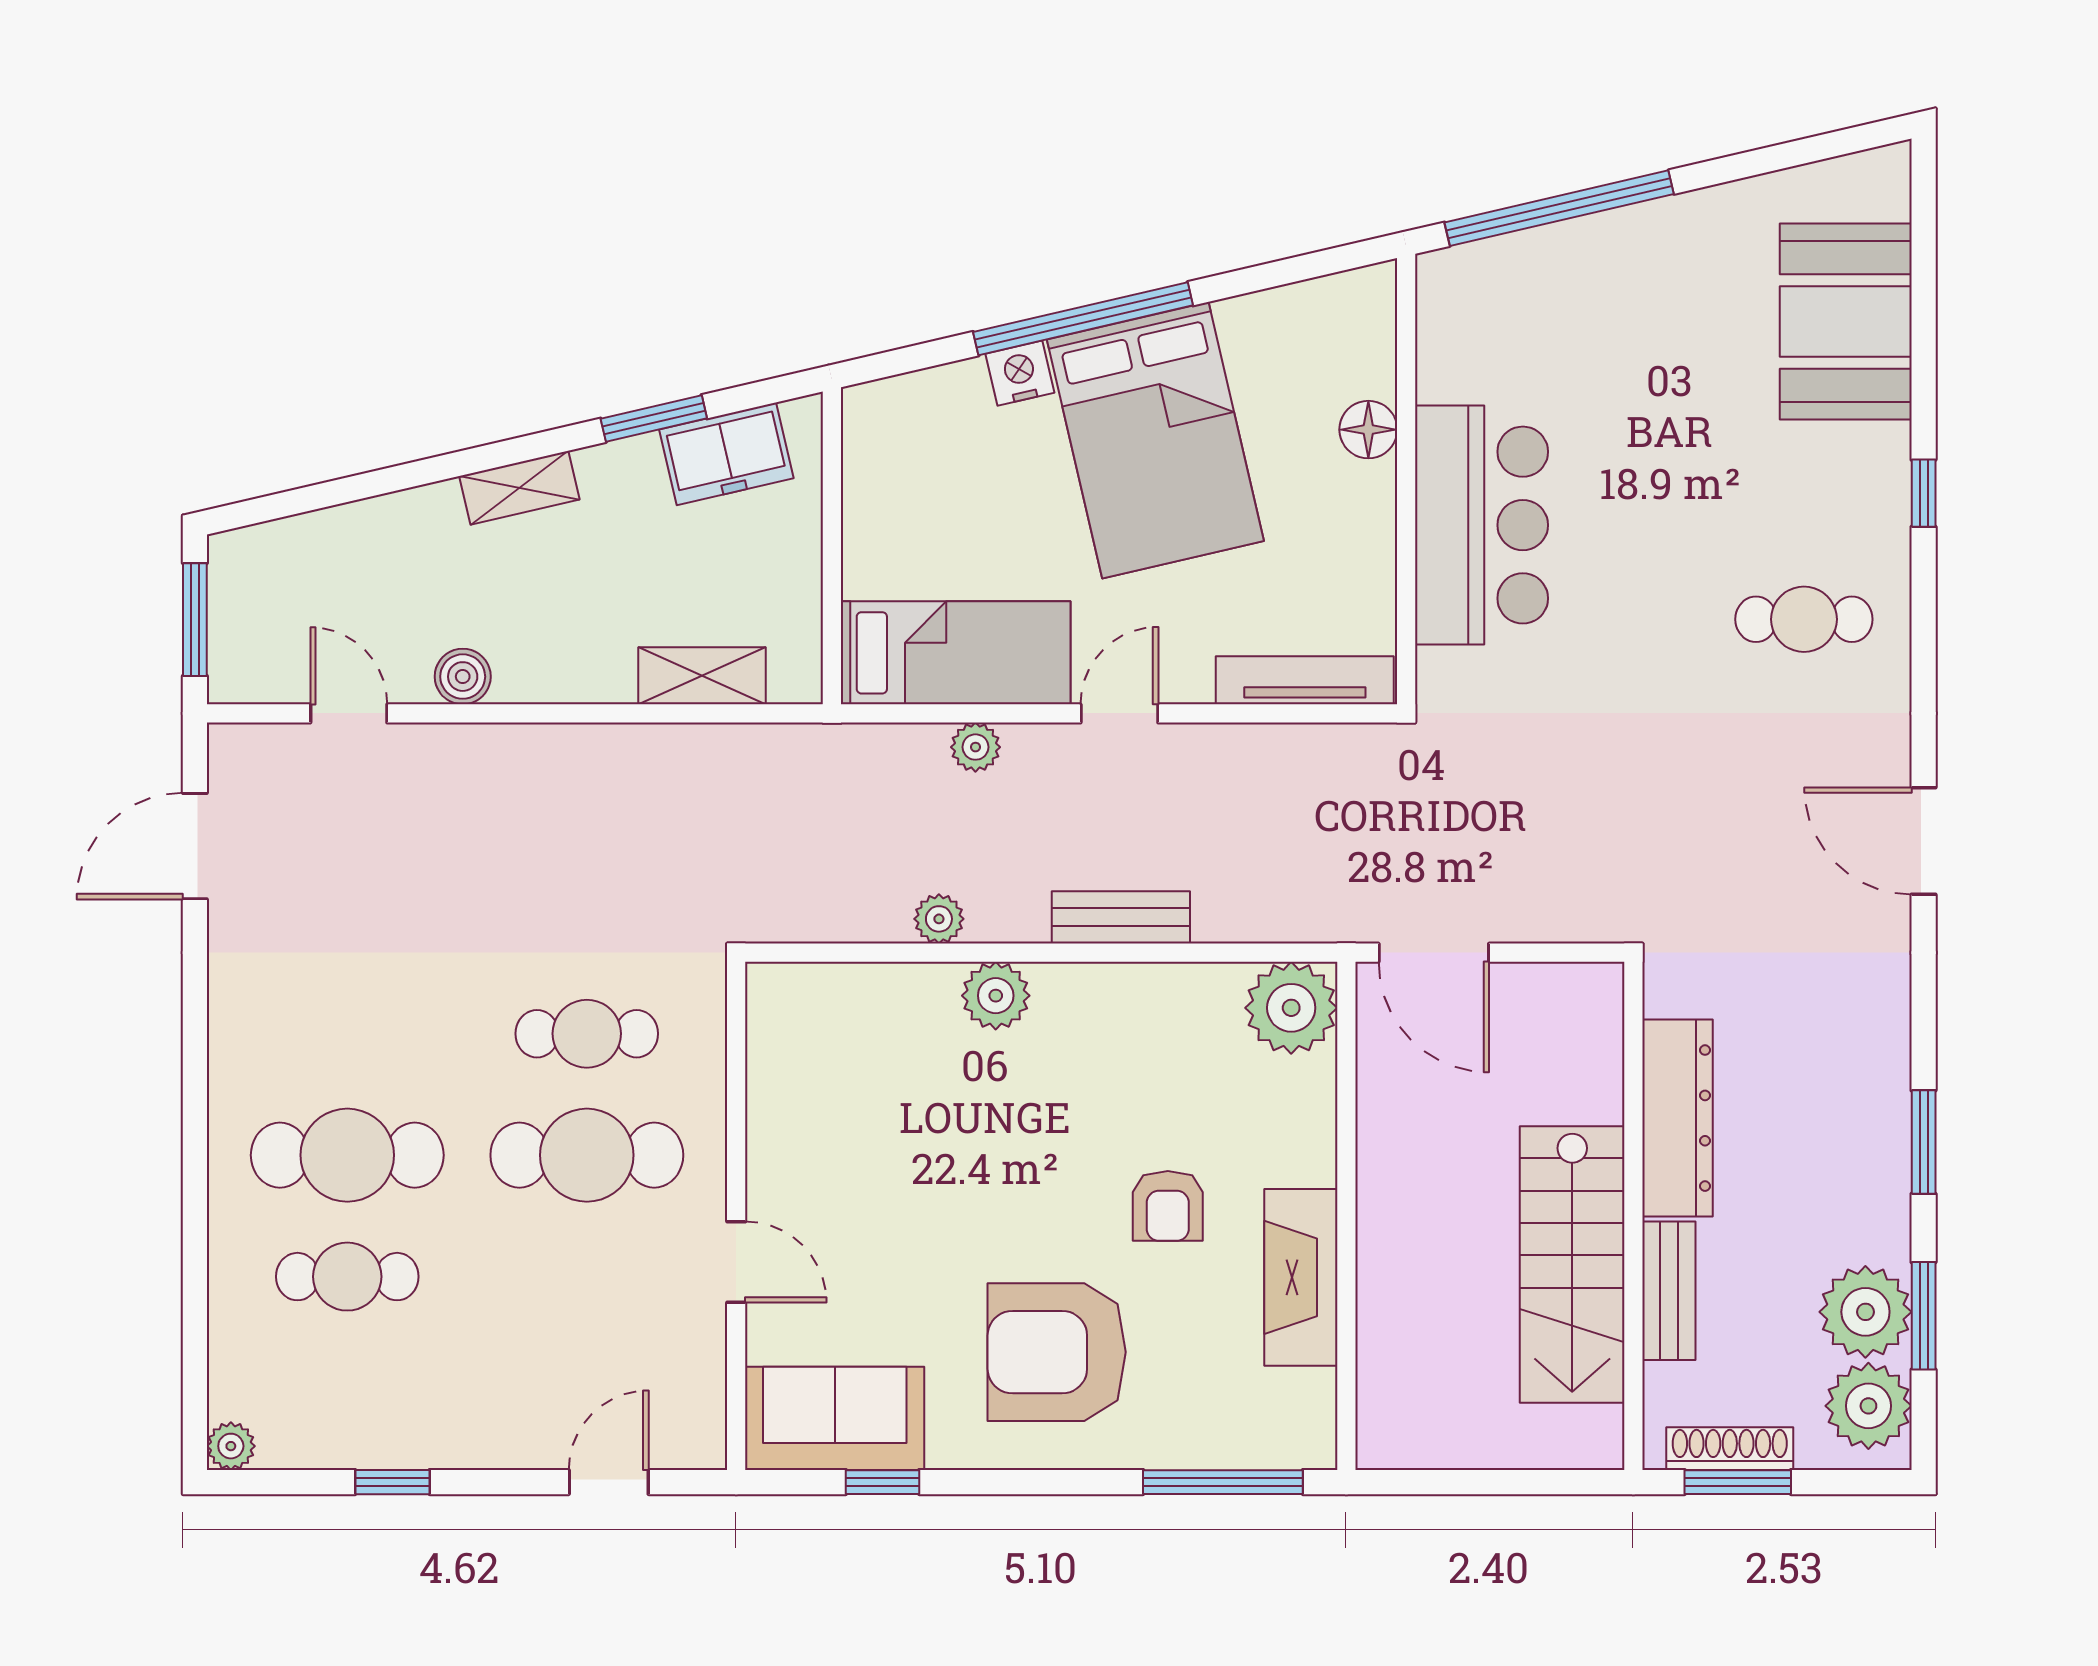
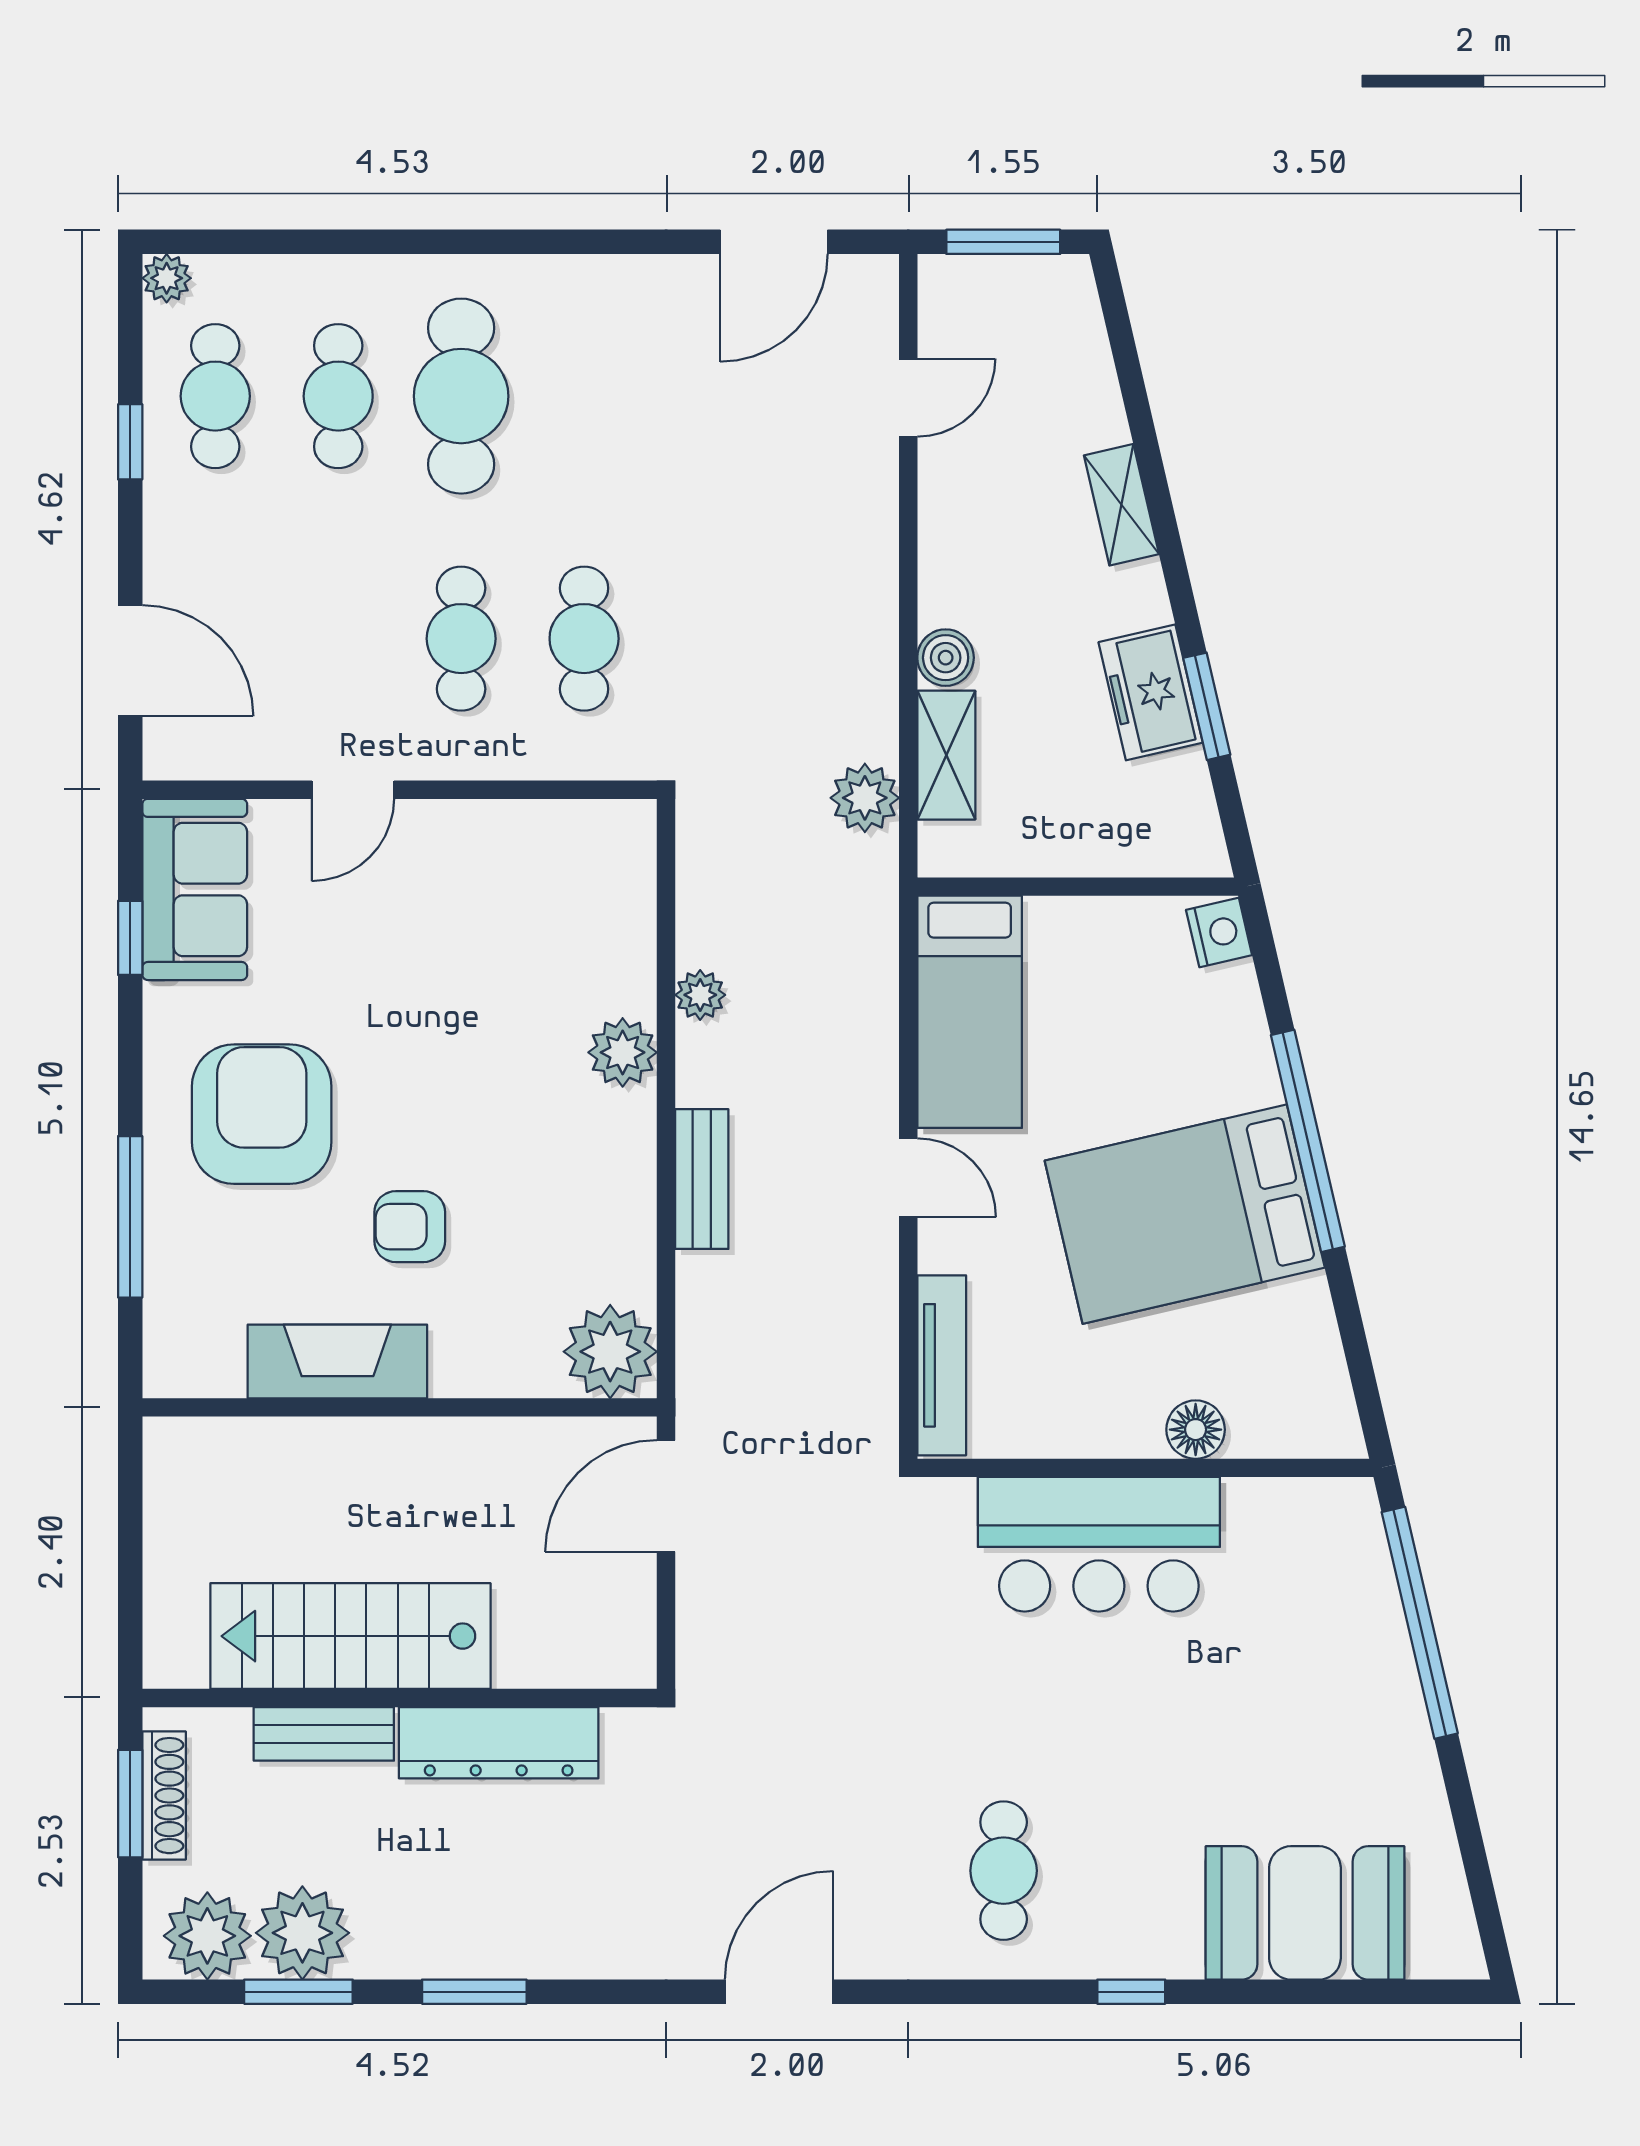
nightstand: (1020, 373) -> (1219, 932), moved
freezer: (726, 454) -> (1151, 692), moved
shelving: (519, 488) -> (1121, 505), moved
boiler: (463, 677) -> (946, 658), moved
plant: (975, 747) -> (865, 798), moved, width x1.38, depth x1.38
door: (195, 846) -> (774, 242), swing flipped
cafe table: (587, 1155) -> (461, 639), width x0.73, depth x0.74
cafe table: (347, 1398) -> (215, 396), added
door: (609, 1482) -> (130, 661), width x1.38
window: (1223, 1482) -> (130, 1217), moved

